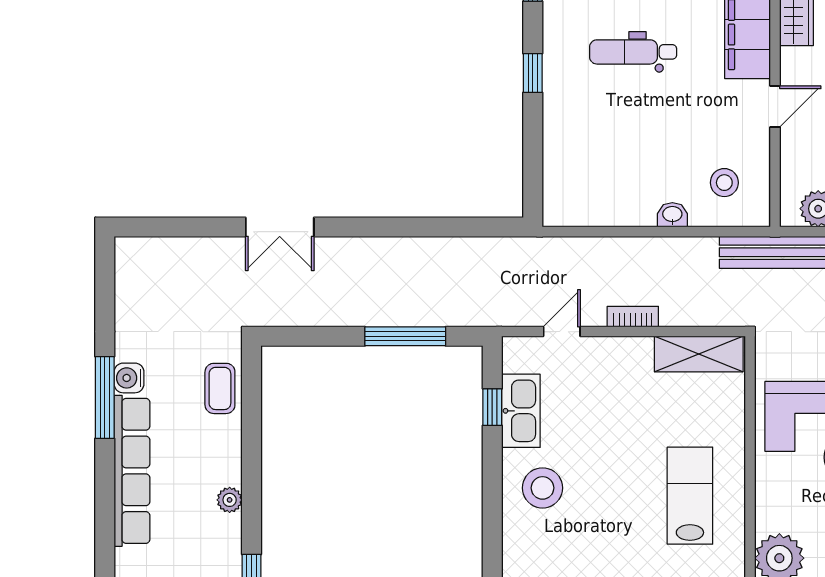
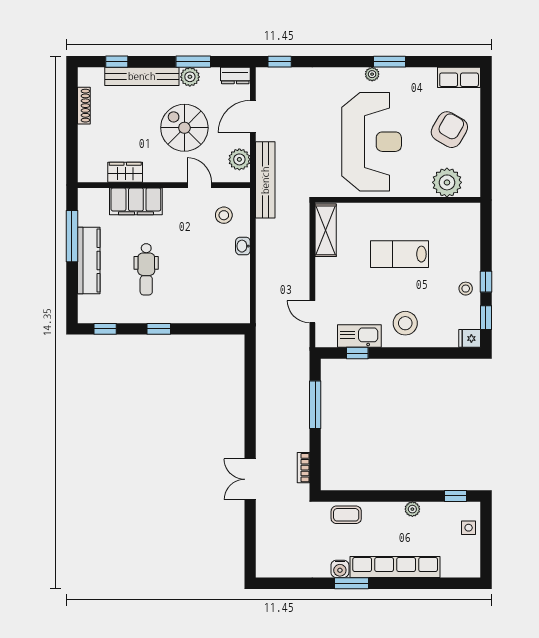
door: (775, 107) -> (199, 185), moved
double door: (280, 227) -> (250, 479), swing flipped
bookcase: (633, 317) -> (303, 468), moved
window: (105, 397) -> (351, 583), width x0.69
lab bench: (690, 496) -> (399, 254), moved

